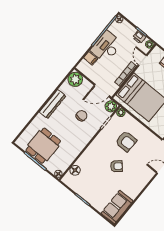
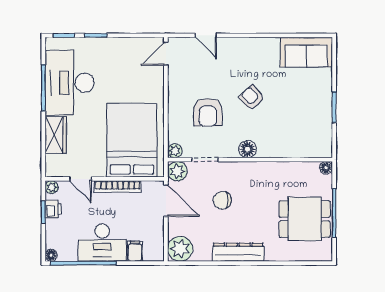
door: (143, 60) -> (80, 179), hinge flipped
armchair: (126, 141) -> (208, 112), turned 180
floor lamp: (75, 170) -> (247, 149), moved

